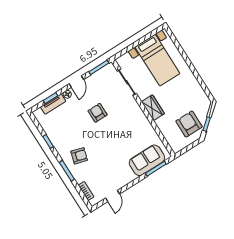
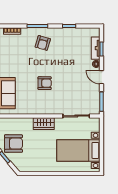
armchair: (98, 113) -> (45, 83), moved

